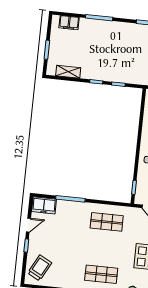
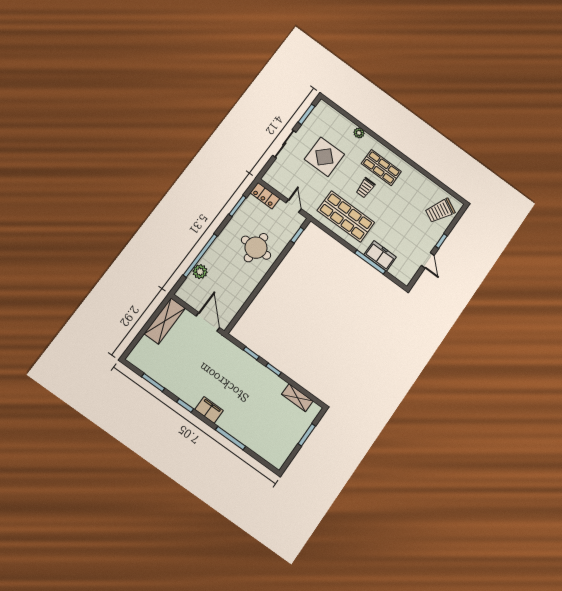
filing cabinet: (69, 23) -> (209, 410), moved
freezer: (44, 205) -> (380, 256), moved
shop shelf: (107, 222) -> (346, 216), width x1.43, depth x1.36
door: (28, 225) -> (428, 260), swing flipped
trolley: (104, 252) -> (365, 188), added

